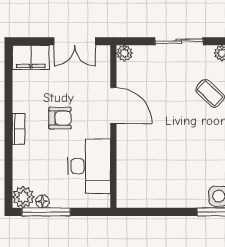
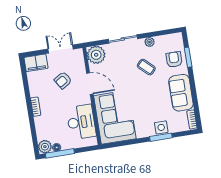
double door: (75, 41) -> (61, 49), swing flipped
plant: (124, 53) -> (96, 55), width x1.88, depth x1.88
armchair: (60, 118) -> (63, 80), moved, turned 148
corner sofa: (146, 167) -> (115, 117), added

